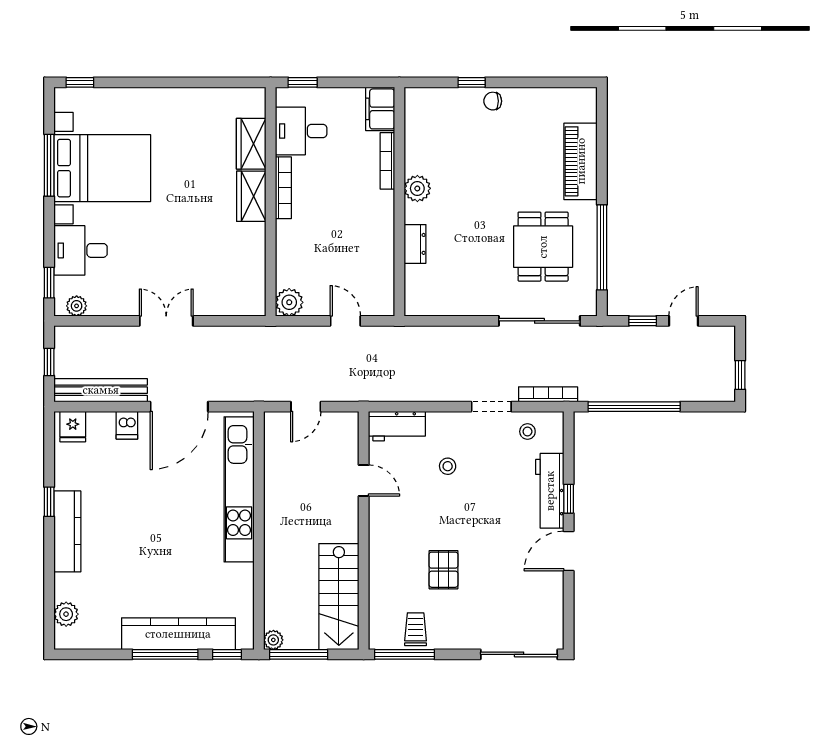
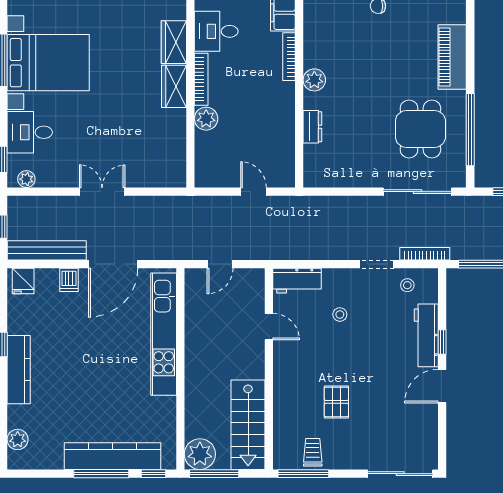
plant: (289, 302) -> (206, 119), moved
plant: (273, 640) -> (200, 454), width x1.88, depth x1.88

